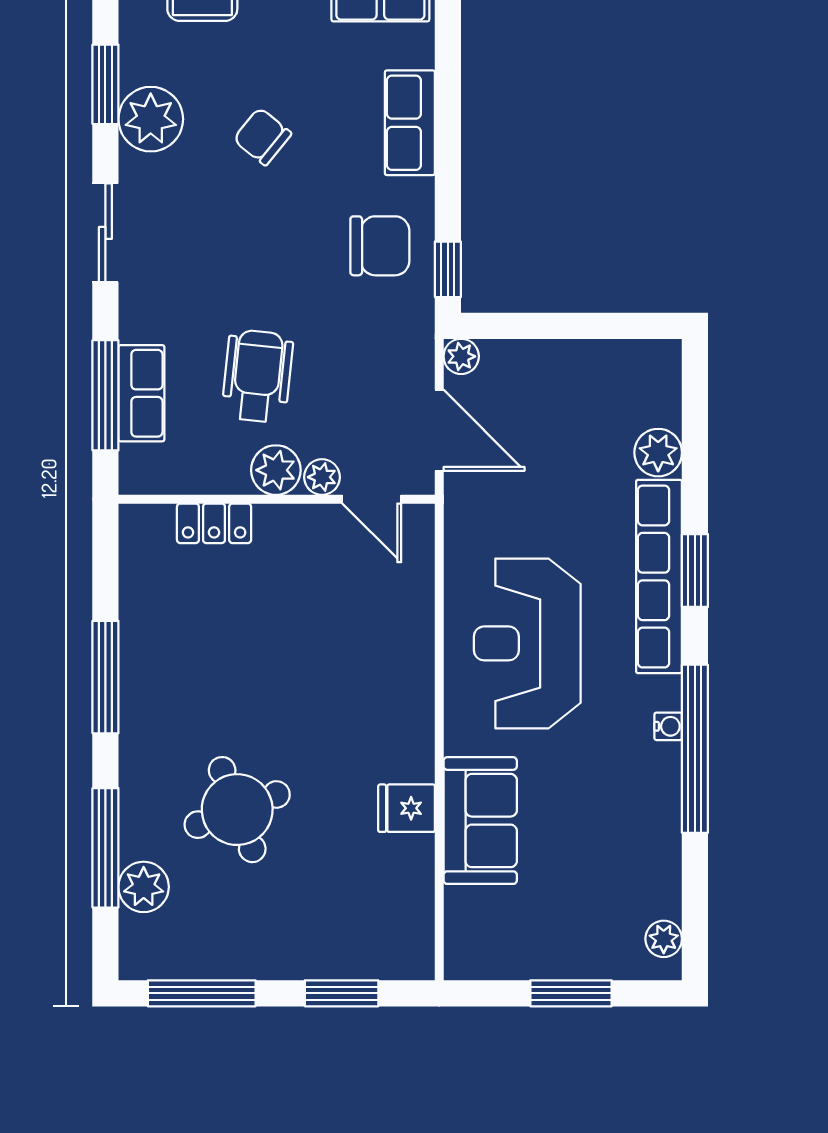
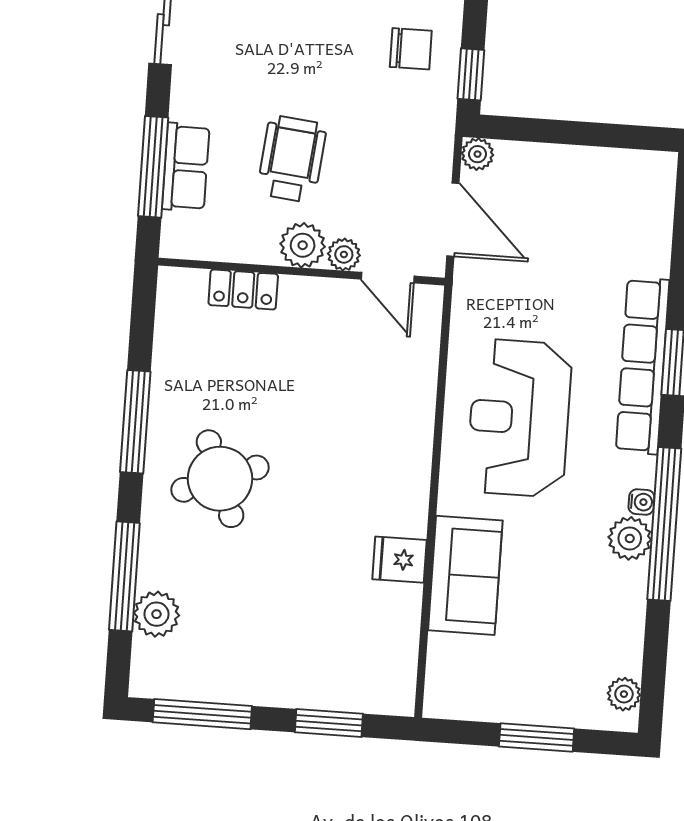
chair: (380, 246) -> (411, 49), width x0.73, depth x0.73
plant: (658, 453) -> (630, 538), moved
round table: (237, 810) -> (220, 479), moved

